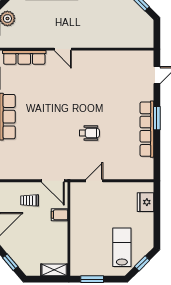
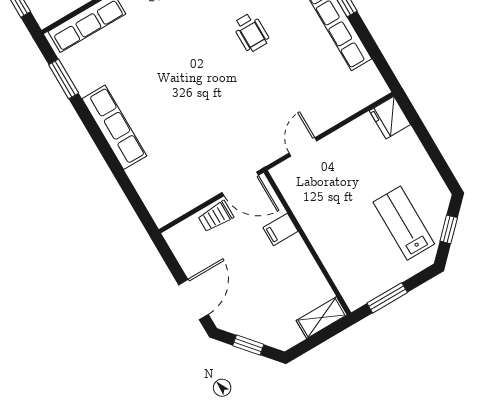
wheelchair: (89, 133) -> (251, 32), moved, turned 90
trolley: (30, 200) -> (216, 217), moved
fridge: (146, 202) -> (390, 118), moved

